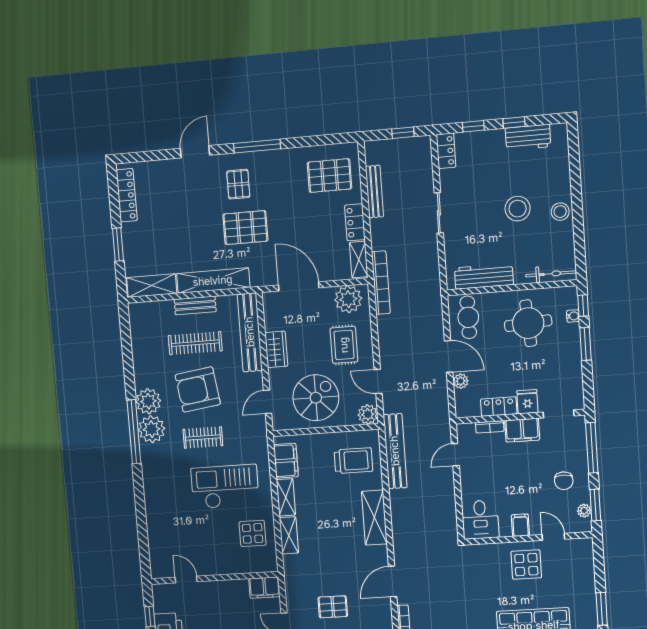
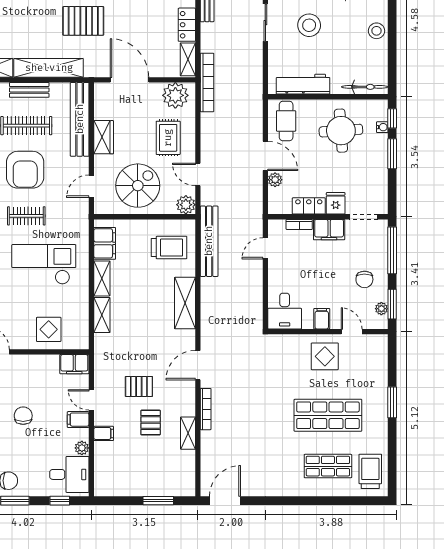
stool: (518, 209) -> (309, 25), moved
armchair: (198, 389) -> (25, 170), turned -82
display table: (253, 533) -> (49, 329), moved

